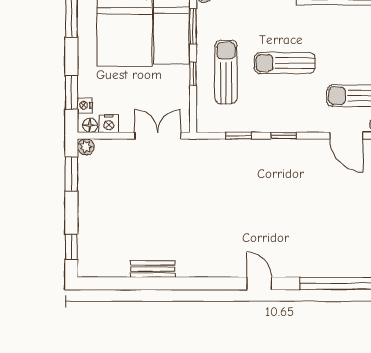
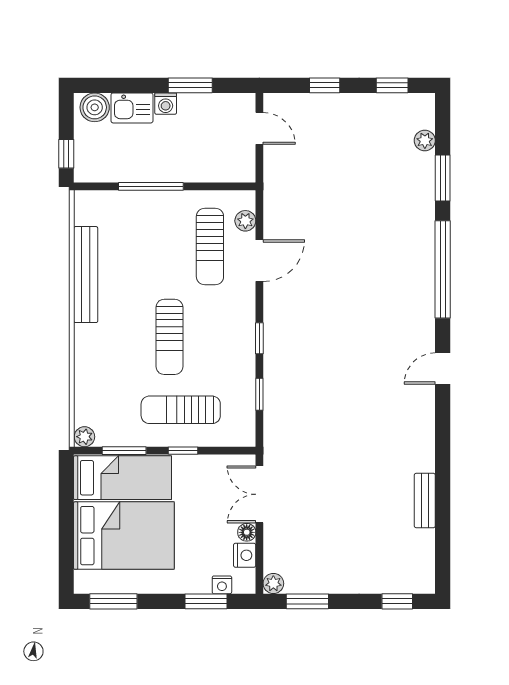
floor lamp: (90, 125) -> (247, 532), moved

